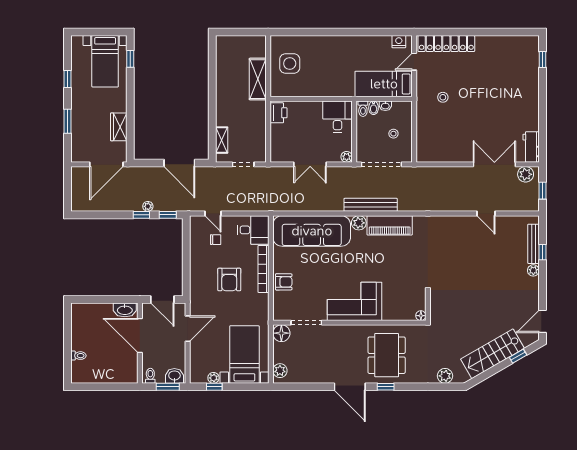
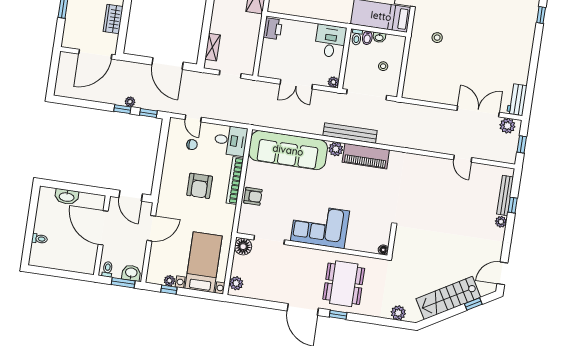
washbasin: (125, 310) -> (67, 197), moved

